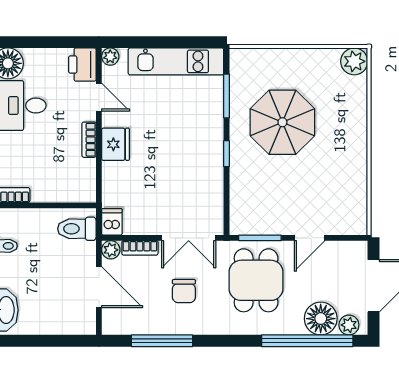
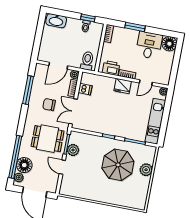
plant: (354, 61) -> (146, 170), moved
printer: (82, 65) -> (111, 68), moved
dishwasher: (112, 222) -> (85, 89), moved
plant: (270, 222) -> (73, 150), added

